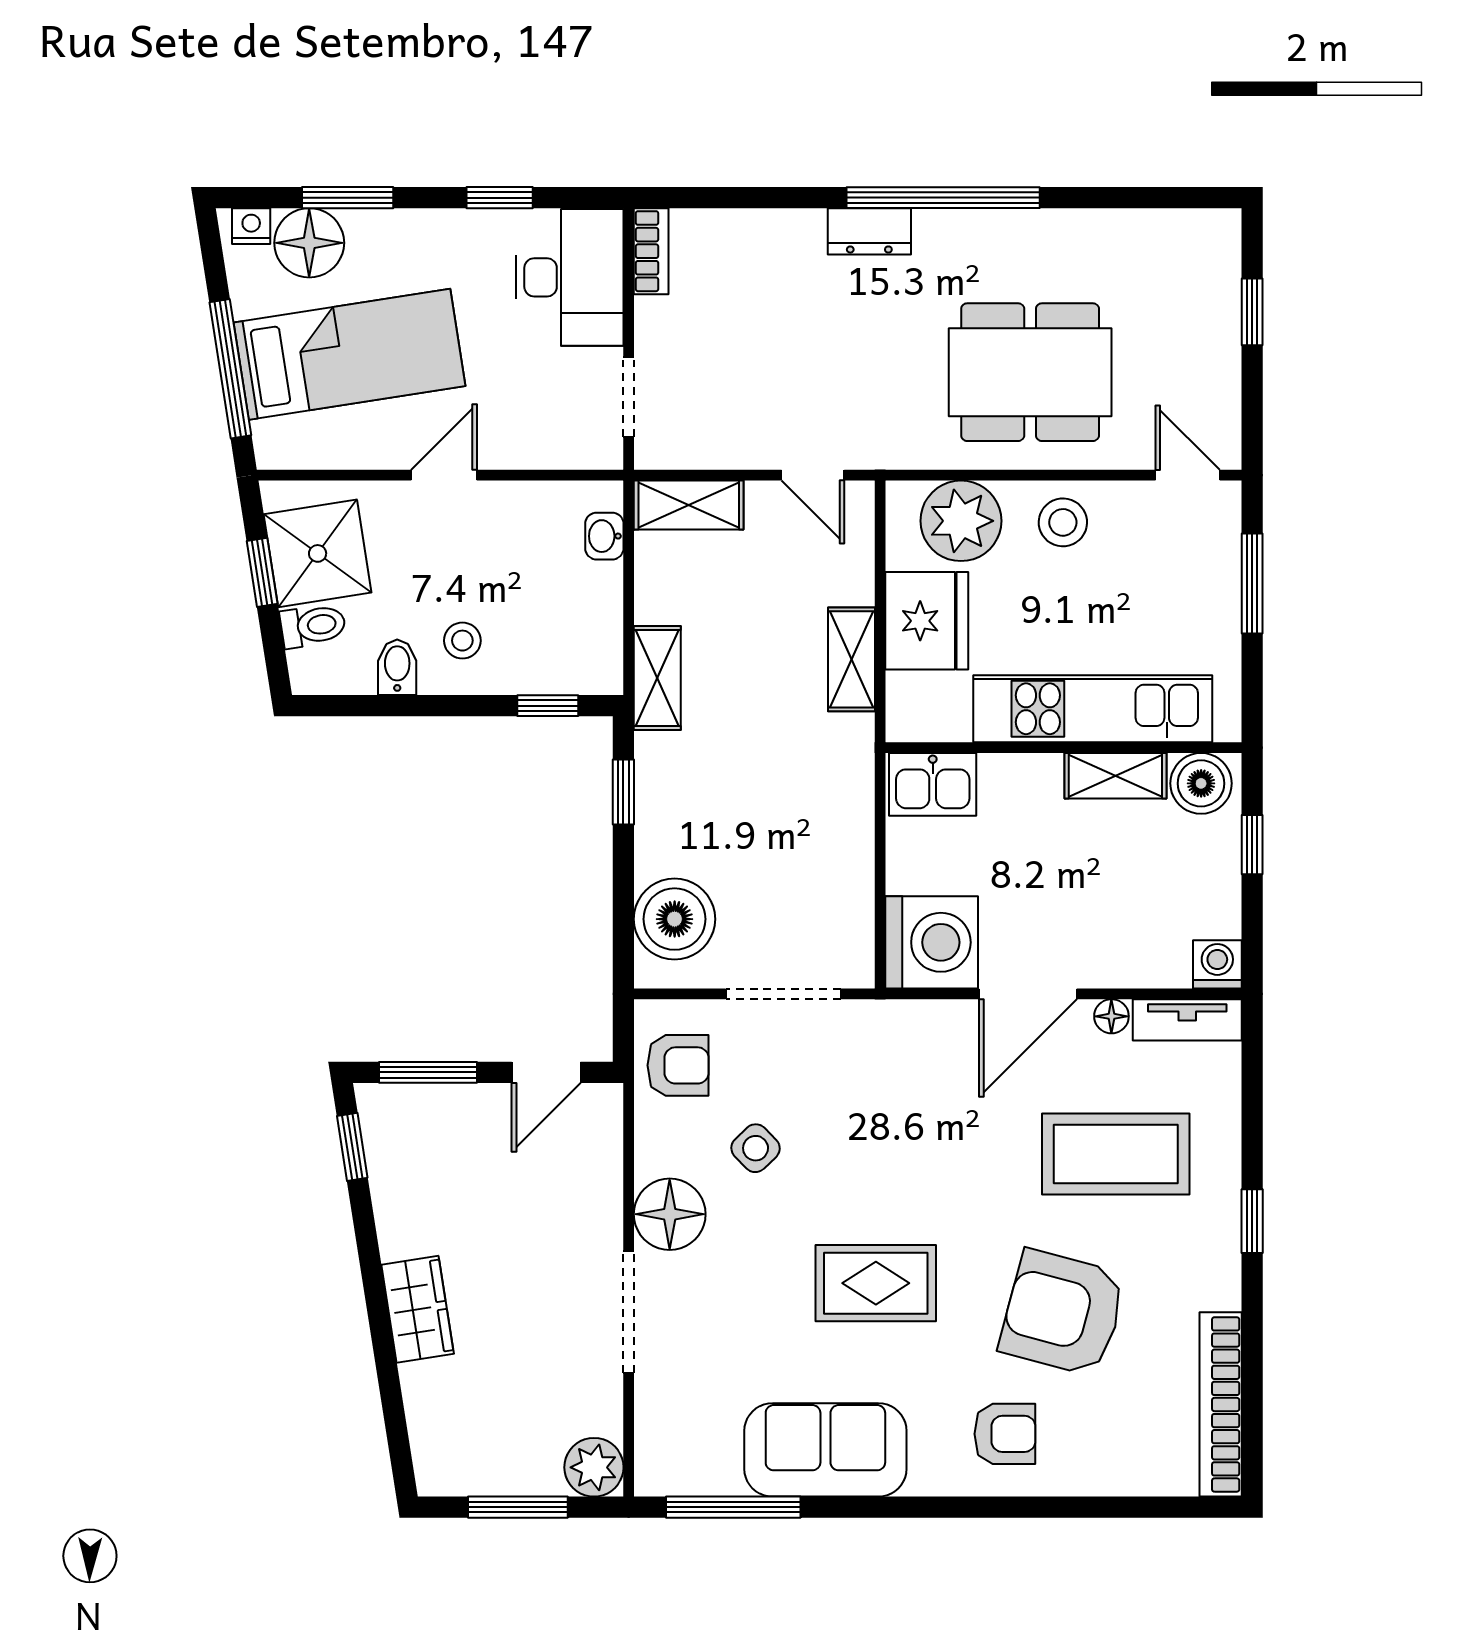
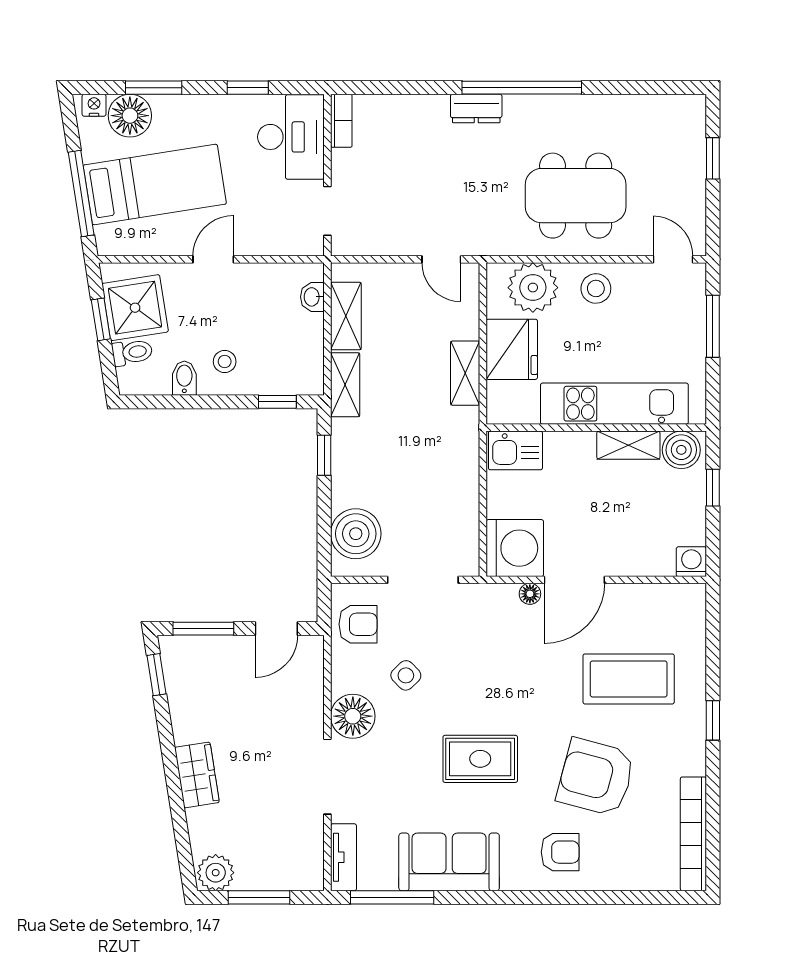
shelving: (689, 505) -> (346, 316), moved, turned 90
floor lamp: (1111, 1016) -> (530, 594), moved
tv unit: (1187, 1020) -> (343, 857), moved, turned -90
plant: (594, 1467) -> (216, 873), moved

